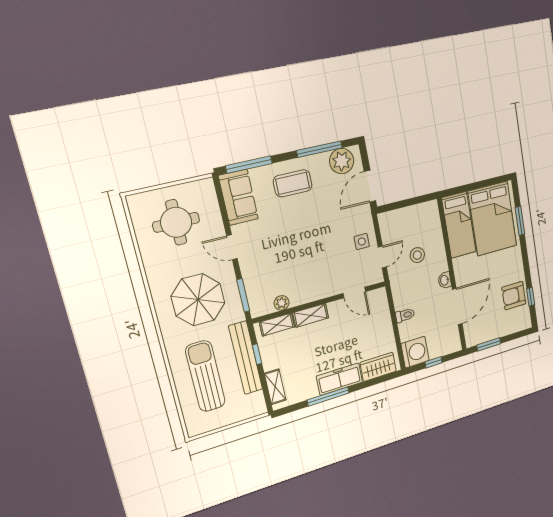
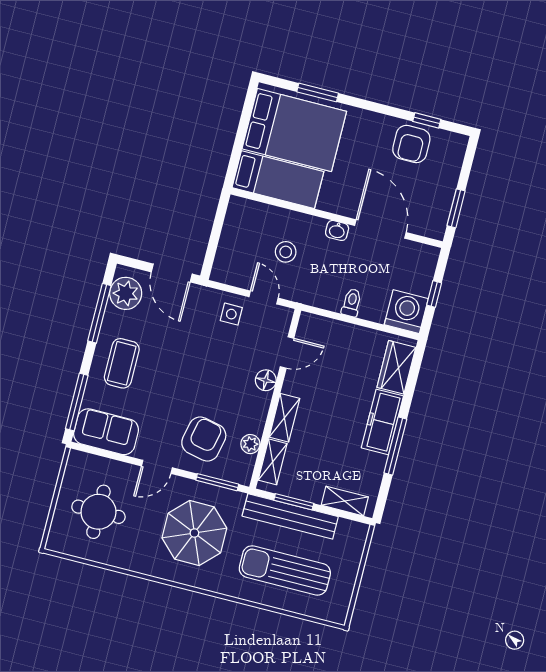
armchair: (269, 269) -> (204, 439), added
floor lamp: (330, 289) -> (266, 380), added
window: (257, 354) -> (294, 502), width x1.50

